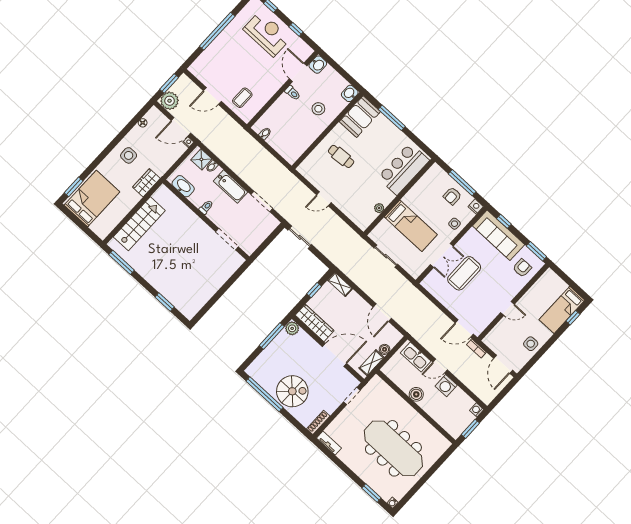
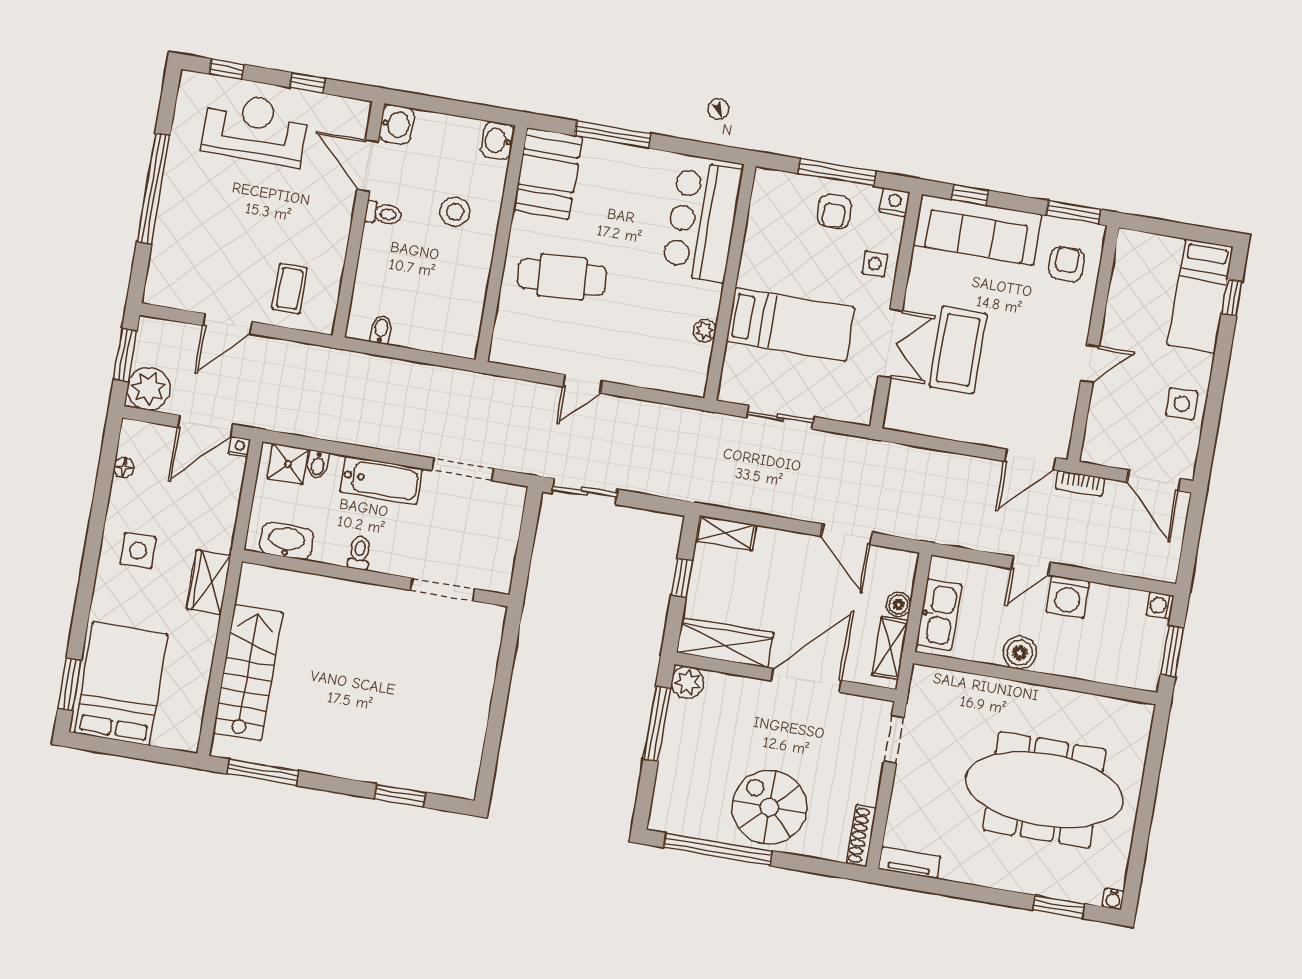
cafe table: (341, 156) -> (562, 277), width x1.37, depth x1.35
kitchen sink: (416, 357) -> (939, 615), moved, turned -90
spiral stairs: (292, 391) -> (769, 807), turned -90

